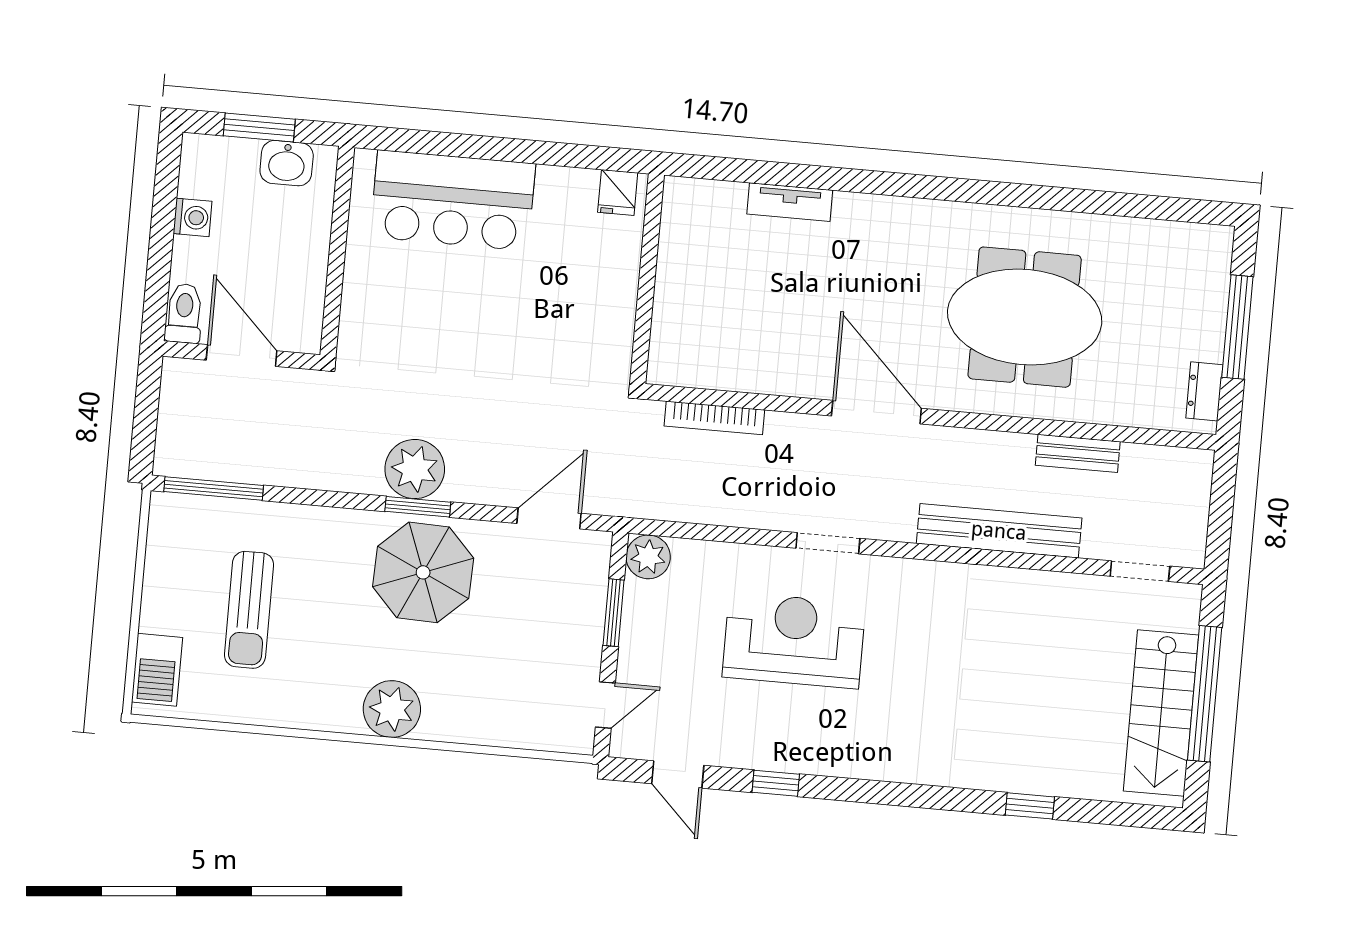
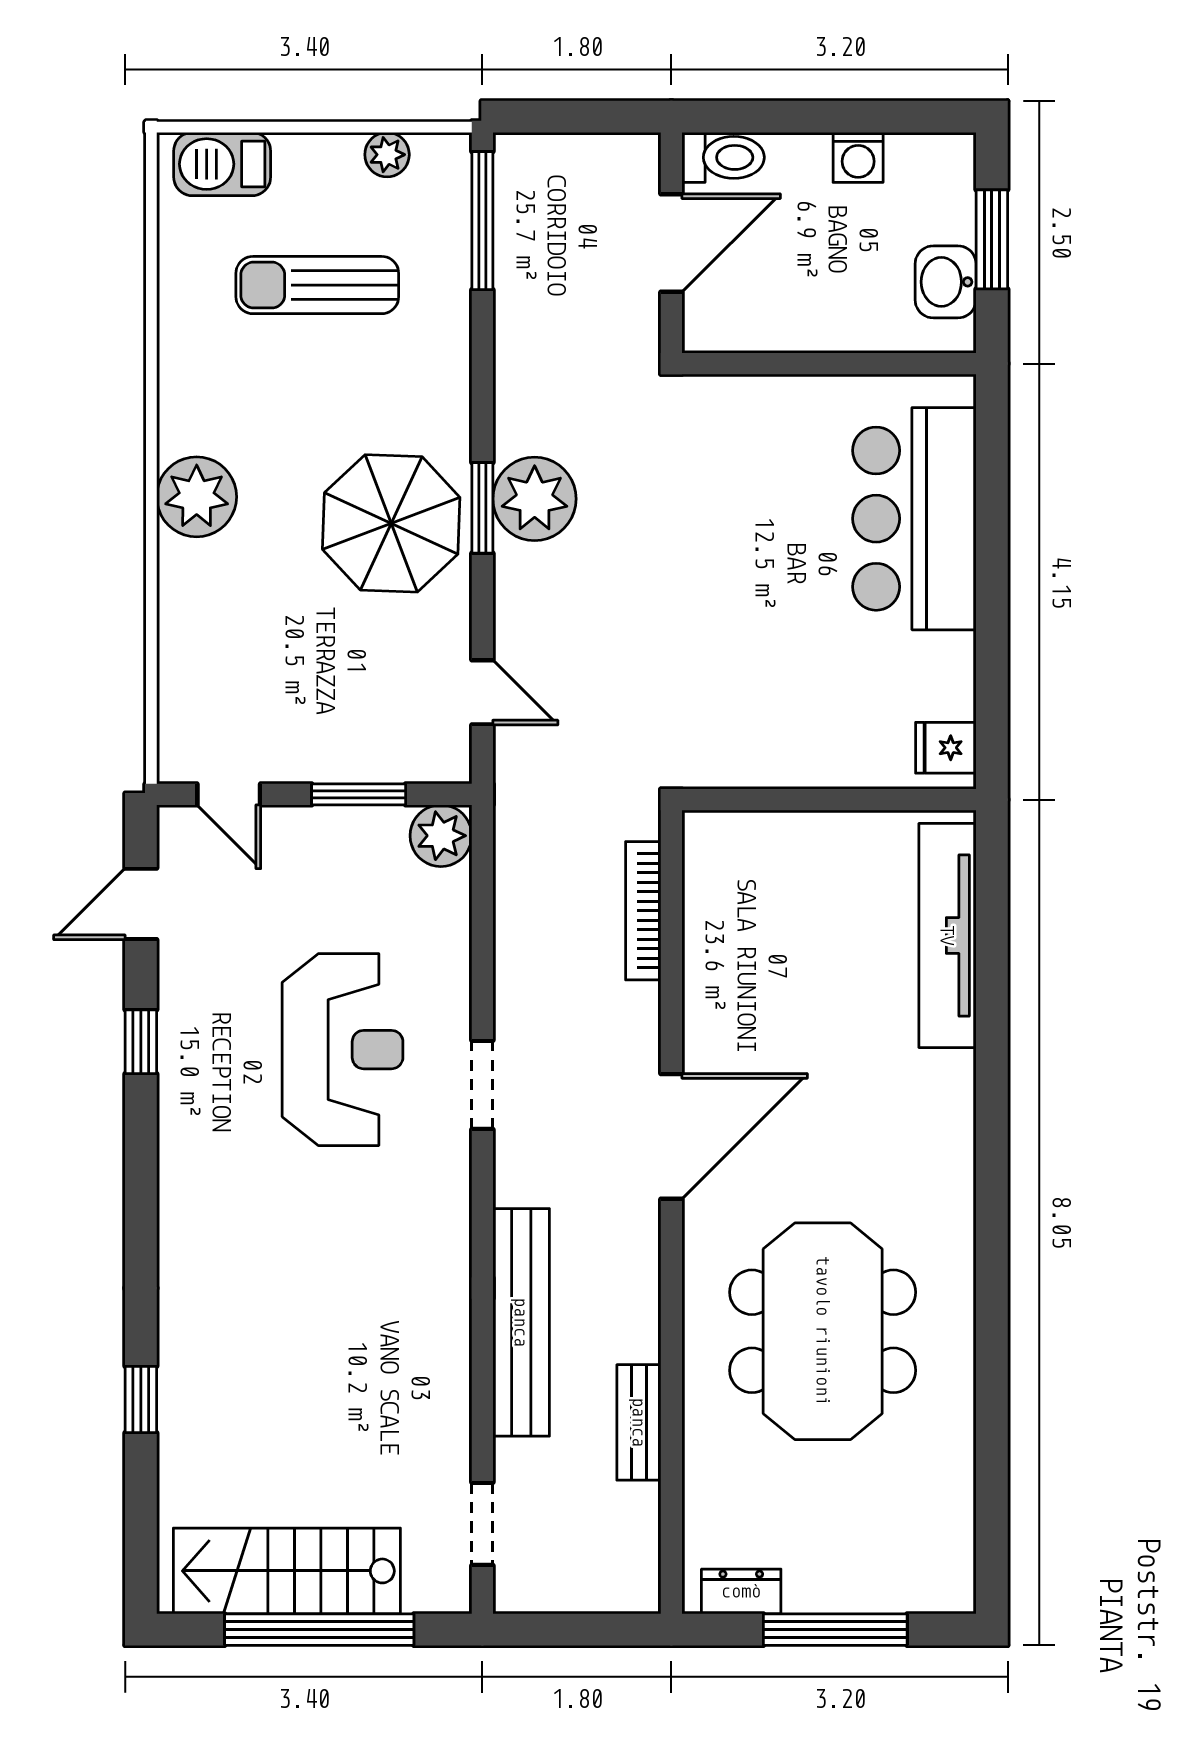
tv unit: (790, 202) -> (947, 935), width x1.92, depth x1.29
door: (549, 518) -> (482, 692), width x0.73
plant: (161, 552) -> (387, 155), added

